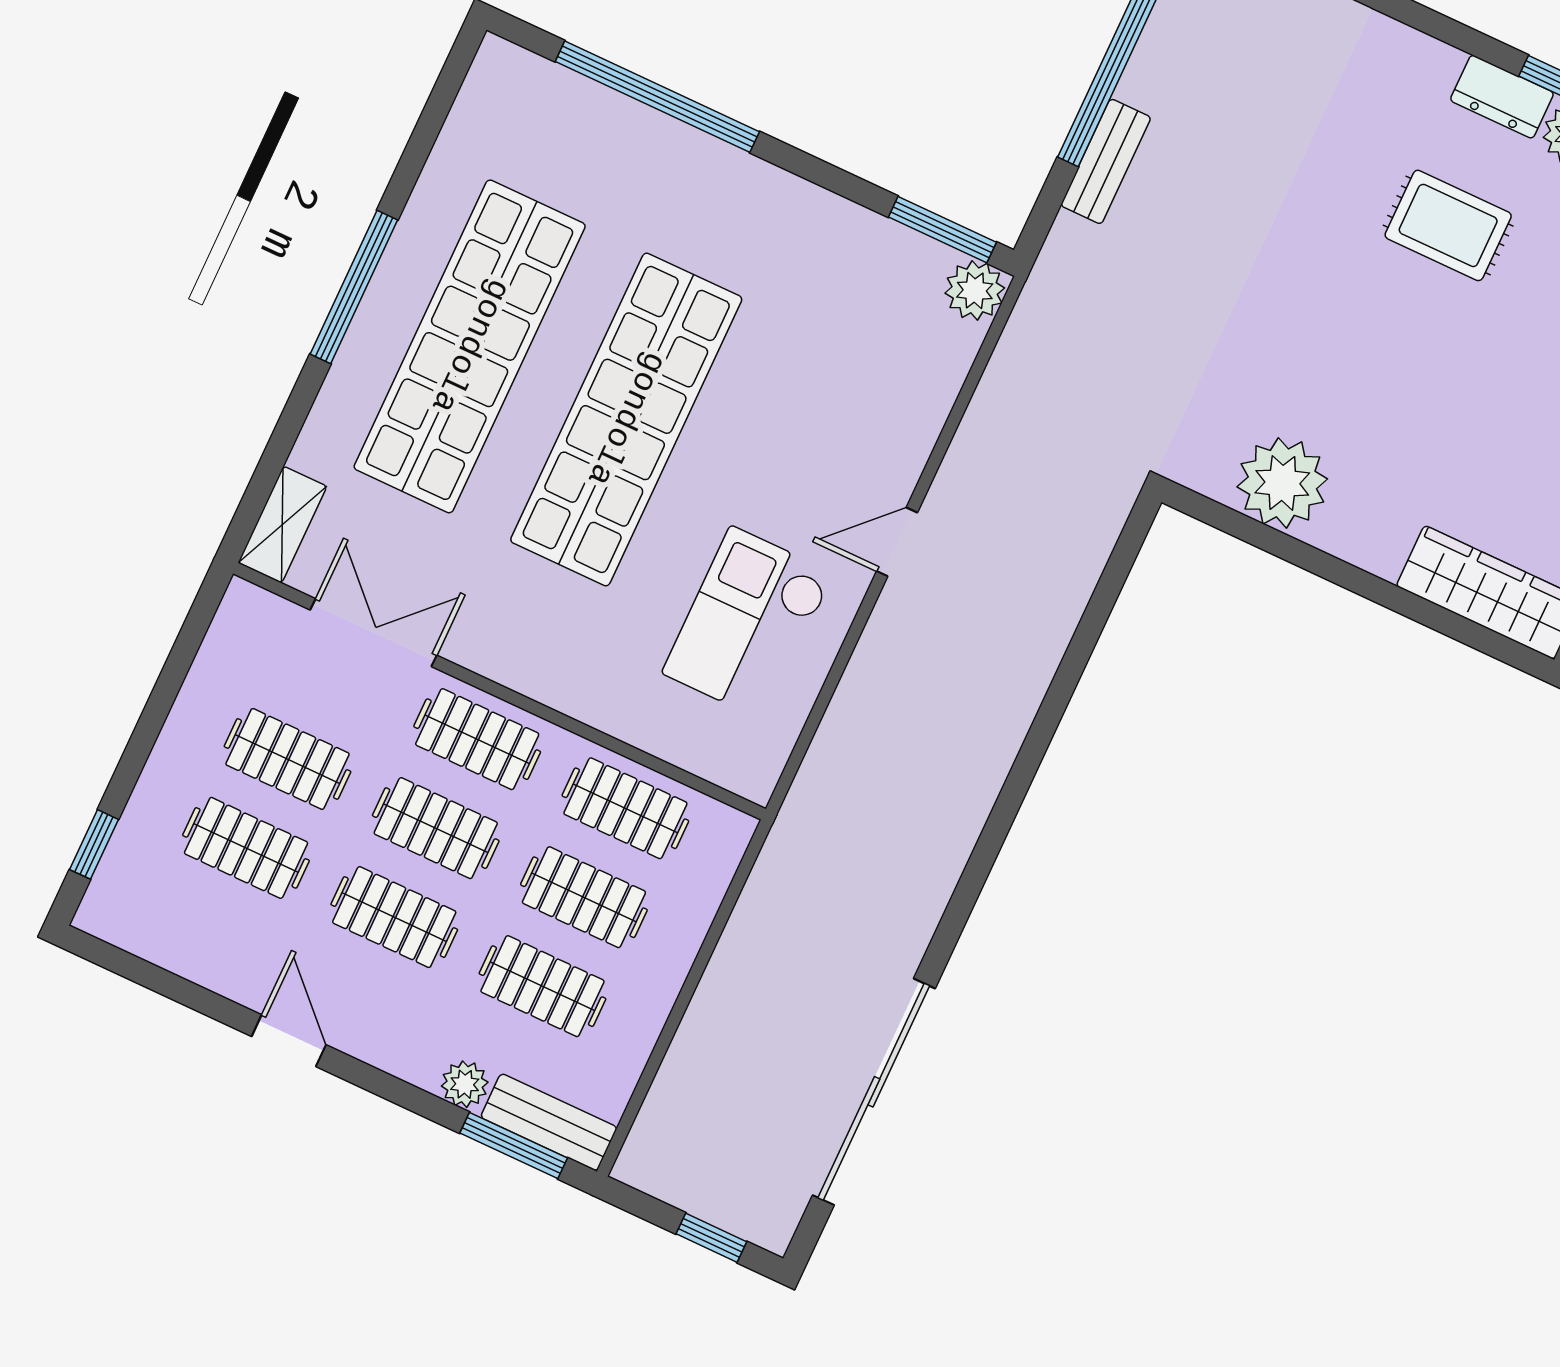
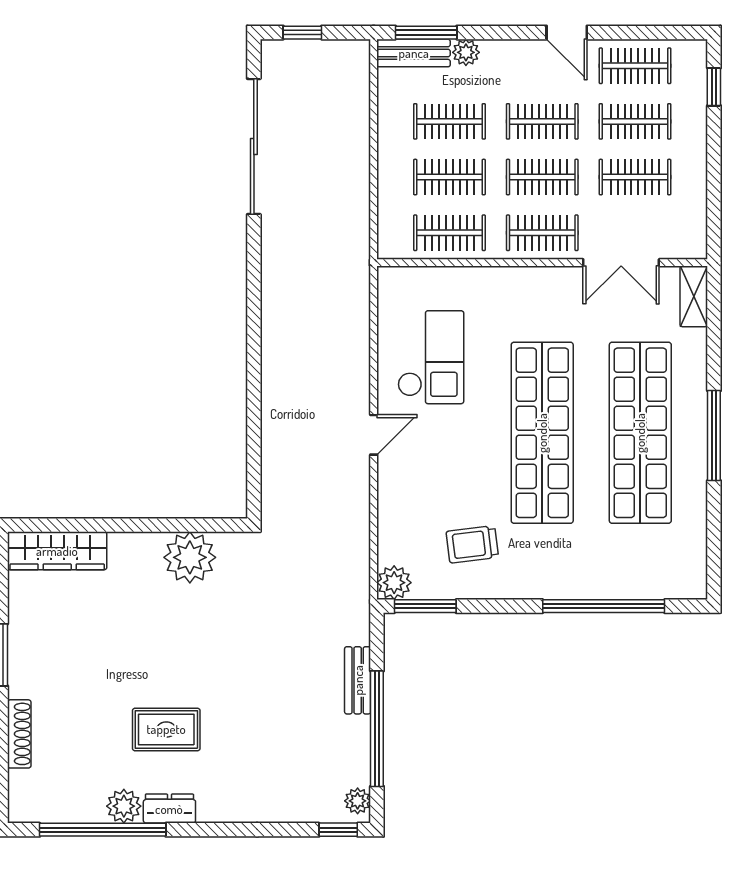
trolley: (821, 293) -> (472, 544), added
clothes rail: (205, 937) -> (635, 66), added

